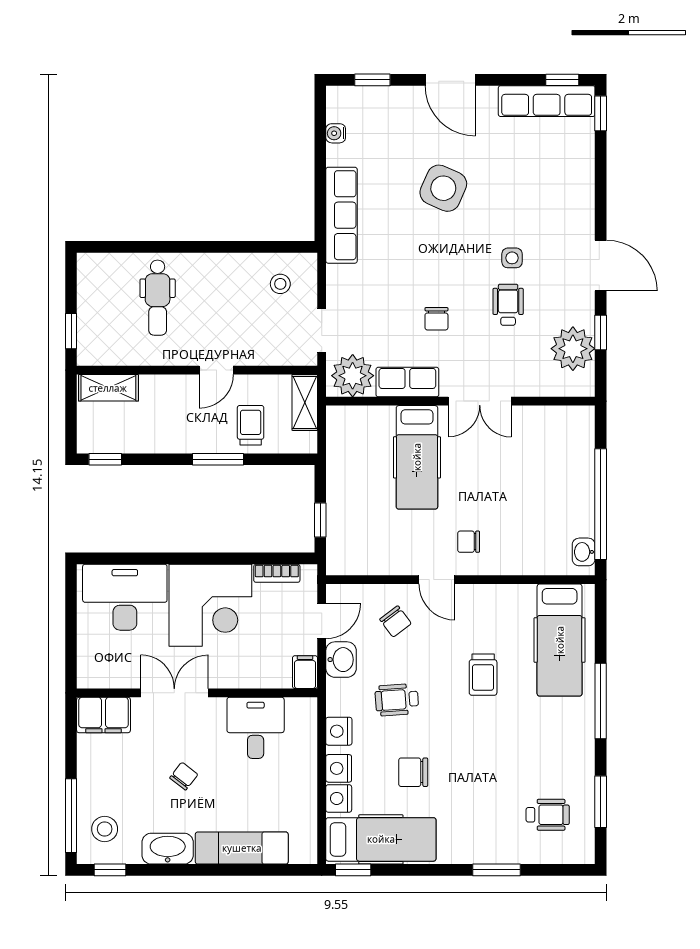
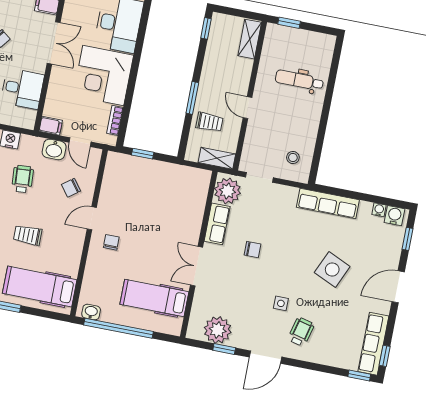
water cooler: (340, 107) -> (395, 216), added
wheelchair: (508, 305) -> (301, 332), moved, turned -76
chair: (436, 319) -> (253, 250), turned 180
hospital bed: (417, 457) -> (154, 298), moved

